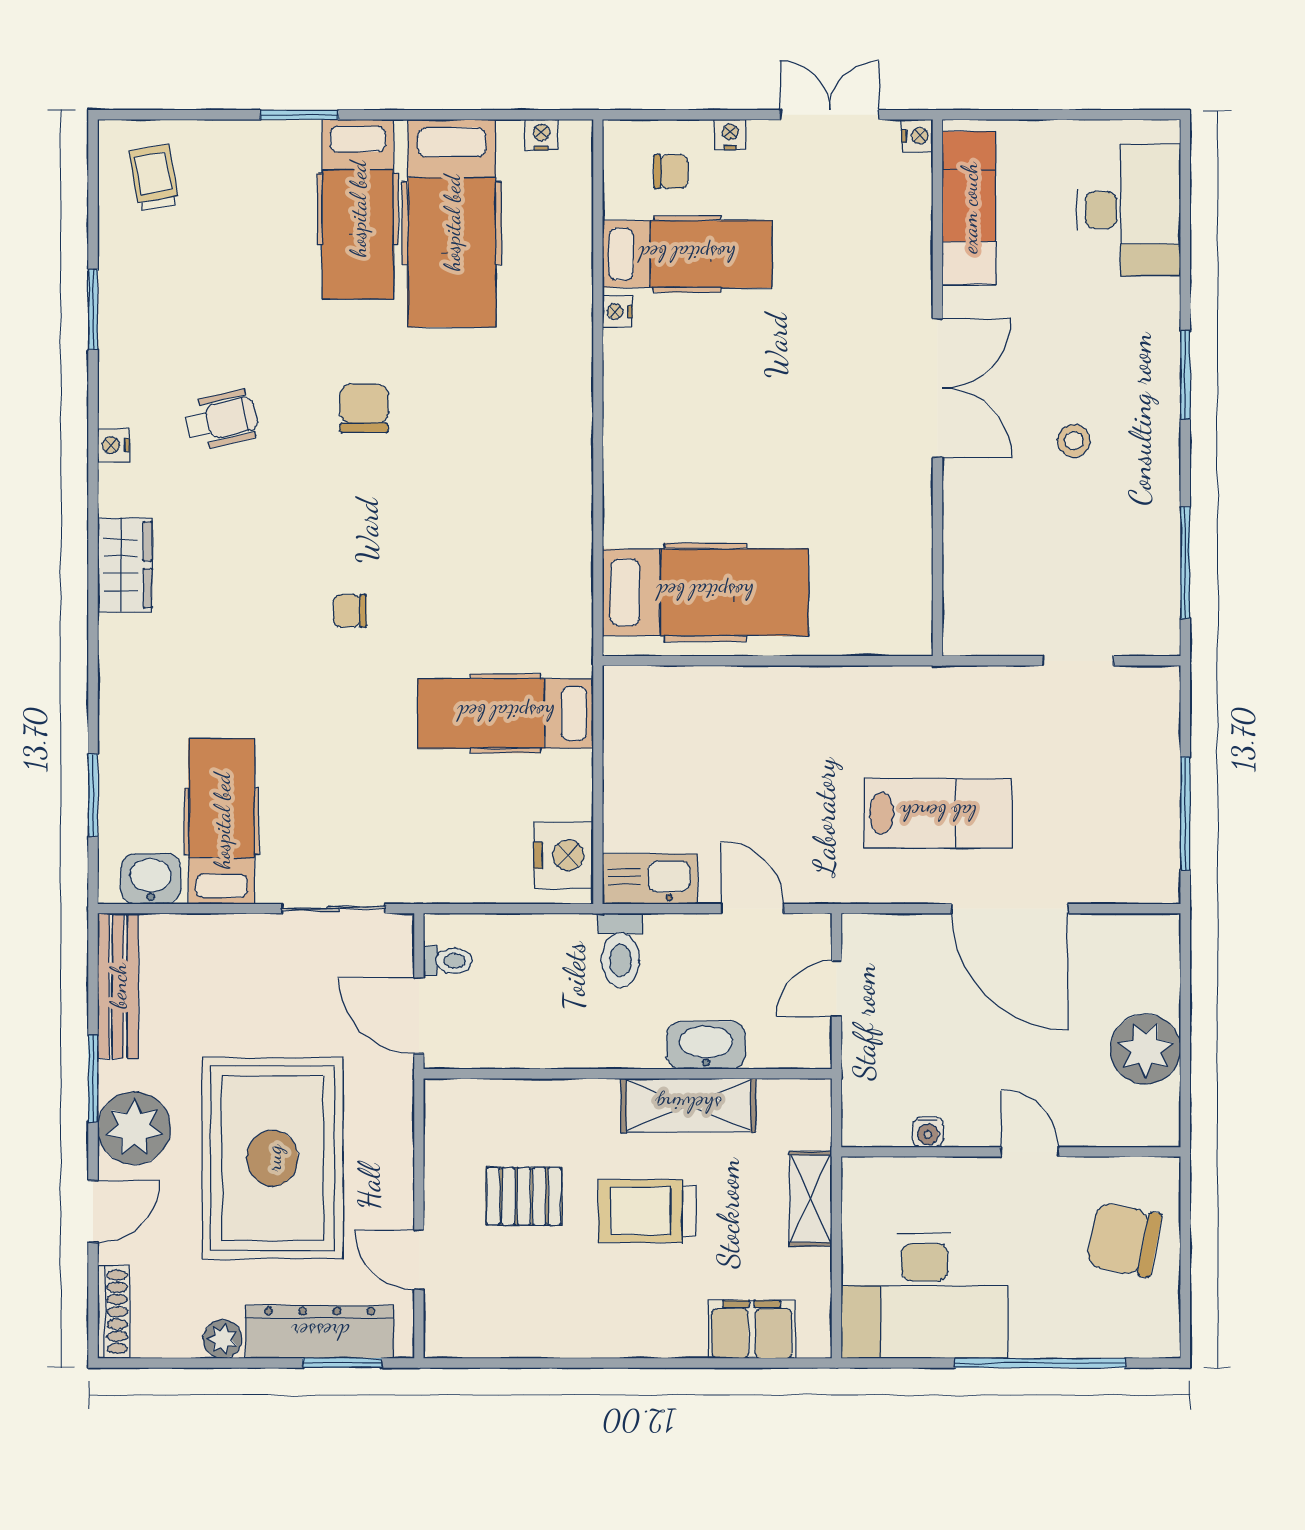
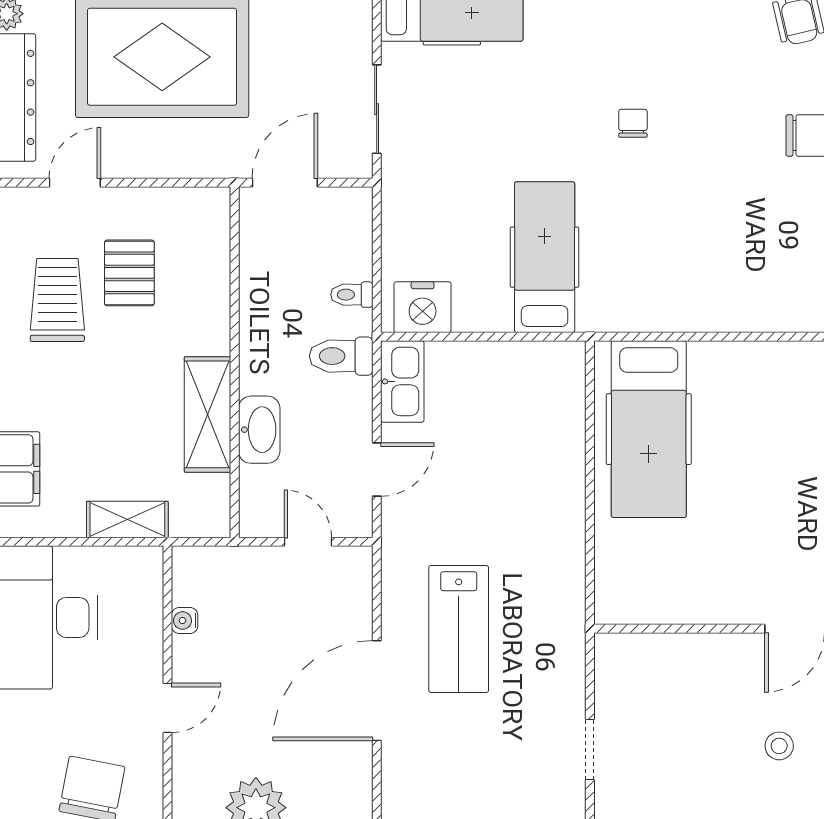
toilet: (448, 961) -> (352, 295), moved, turned 90
trolley: (647, 1211) -> (57, 300), moved

